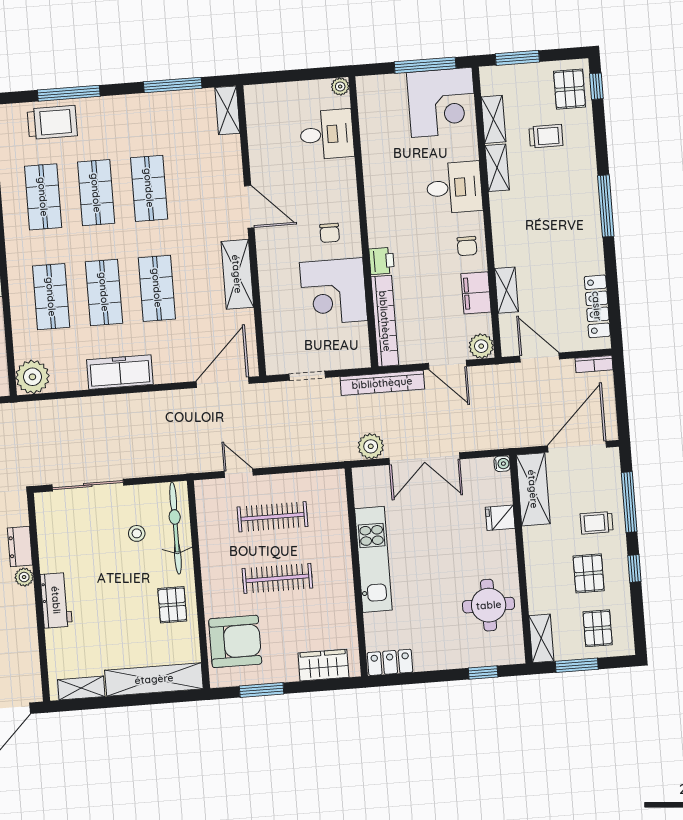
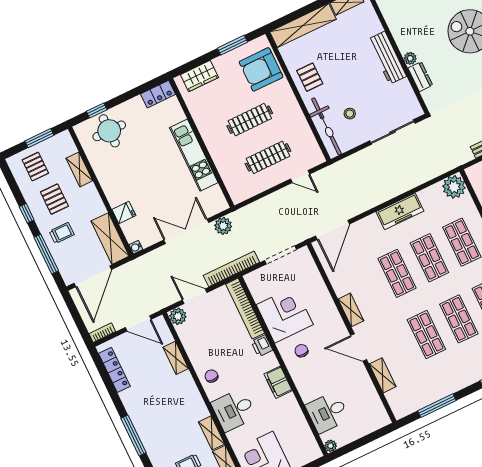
shelving: (227, 110) -> (383, 375), moved
shelving: (237, 274) -> (351, 310), width x0.67, depth x0.75
filing cabinet: (476, 293) -> (278, 382), moved, turned 180
doorway: (307, 376) -> (281, 255), width x1.38
workbench: (56, 600) -> (387, 58), width x1.38
round table: (489, 605) -> (109, 131), moved
shelving: (541, 638) -> (79, 169), moved

